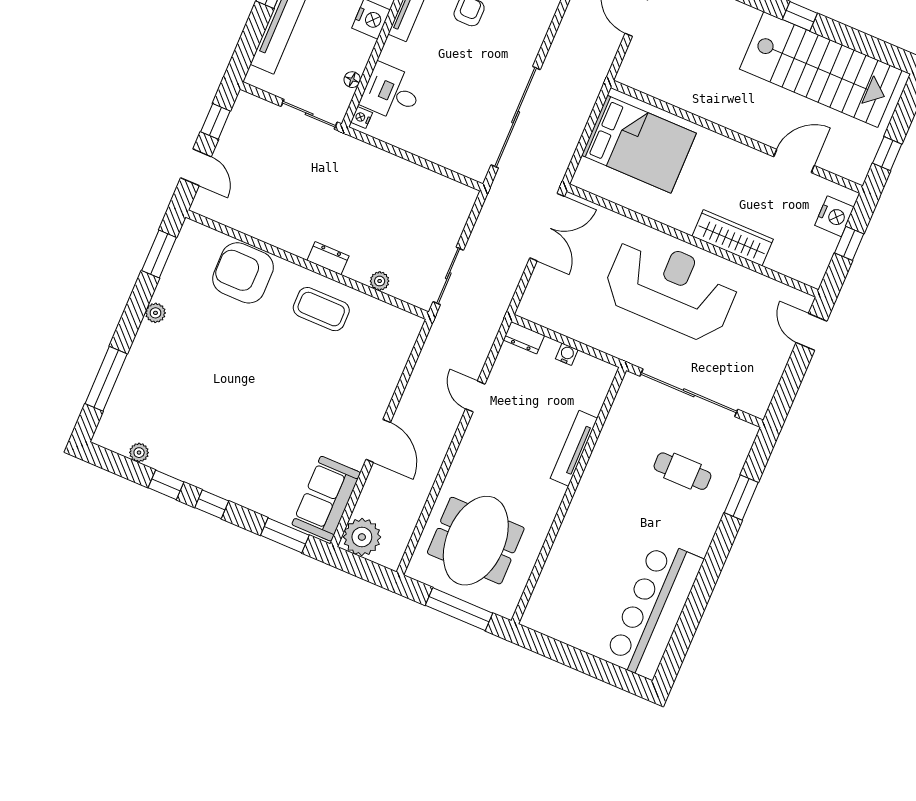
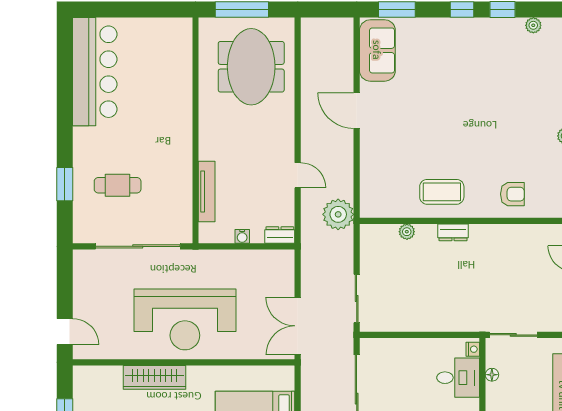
armchair: (243, 273) -> (512, 194), width x0.53, depth x0.53
sliding door: (448, 276) -> (357, 298), moved
tv unit: (574, 448) -> (207, 192), moved
plant: (362, 537) -> (338, 214), moved

